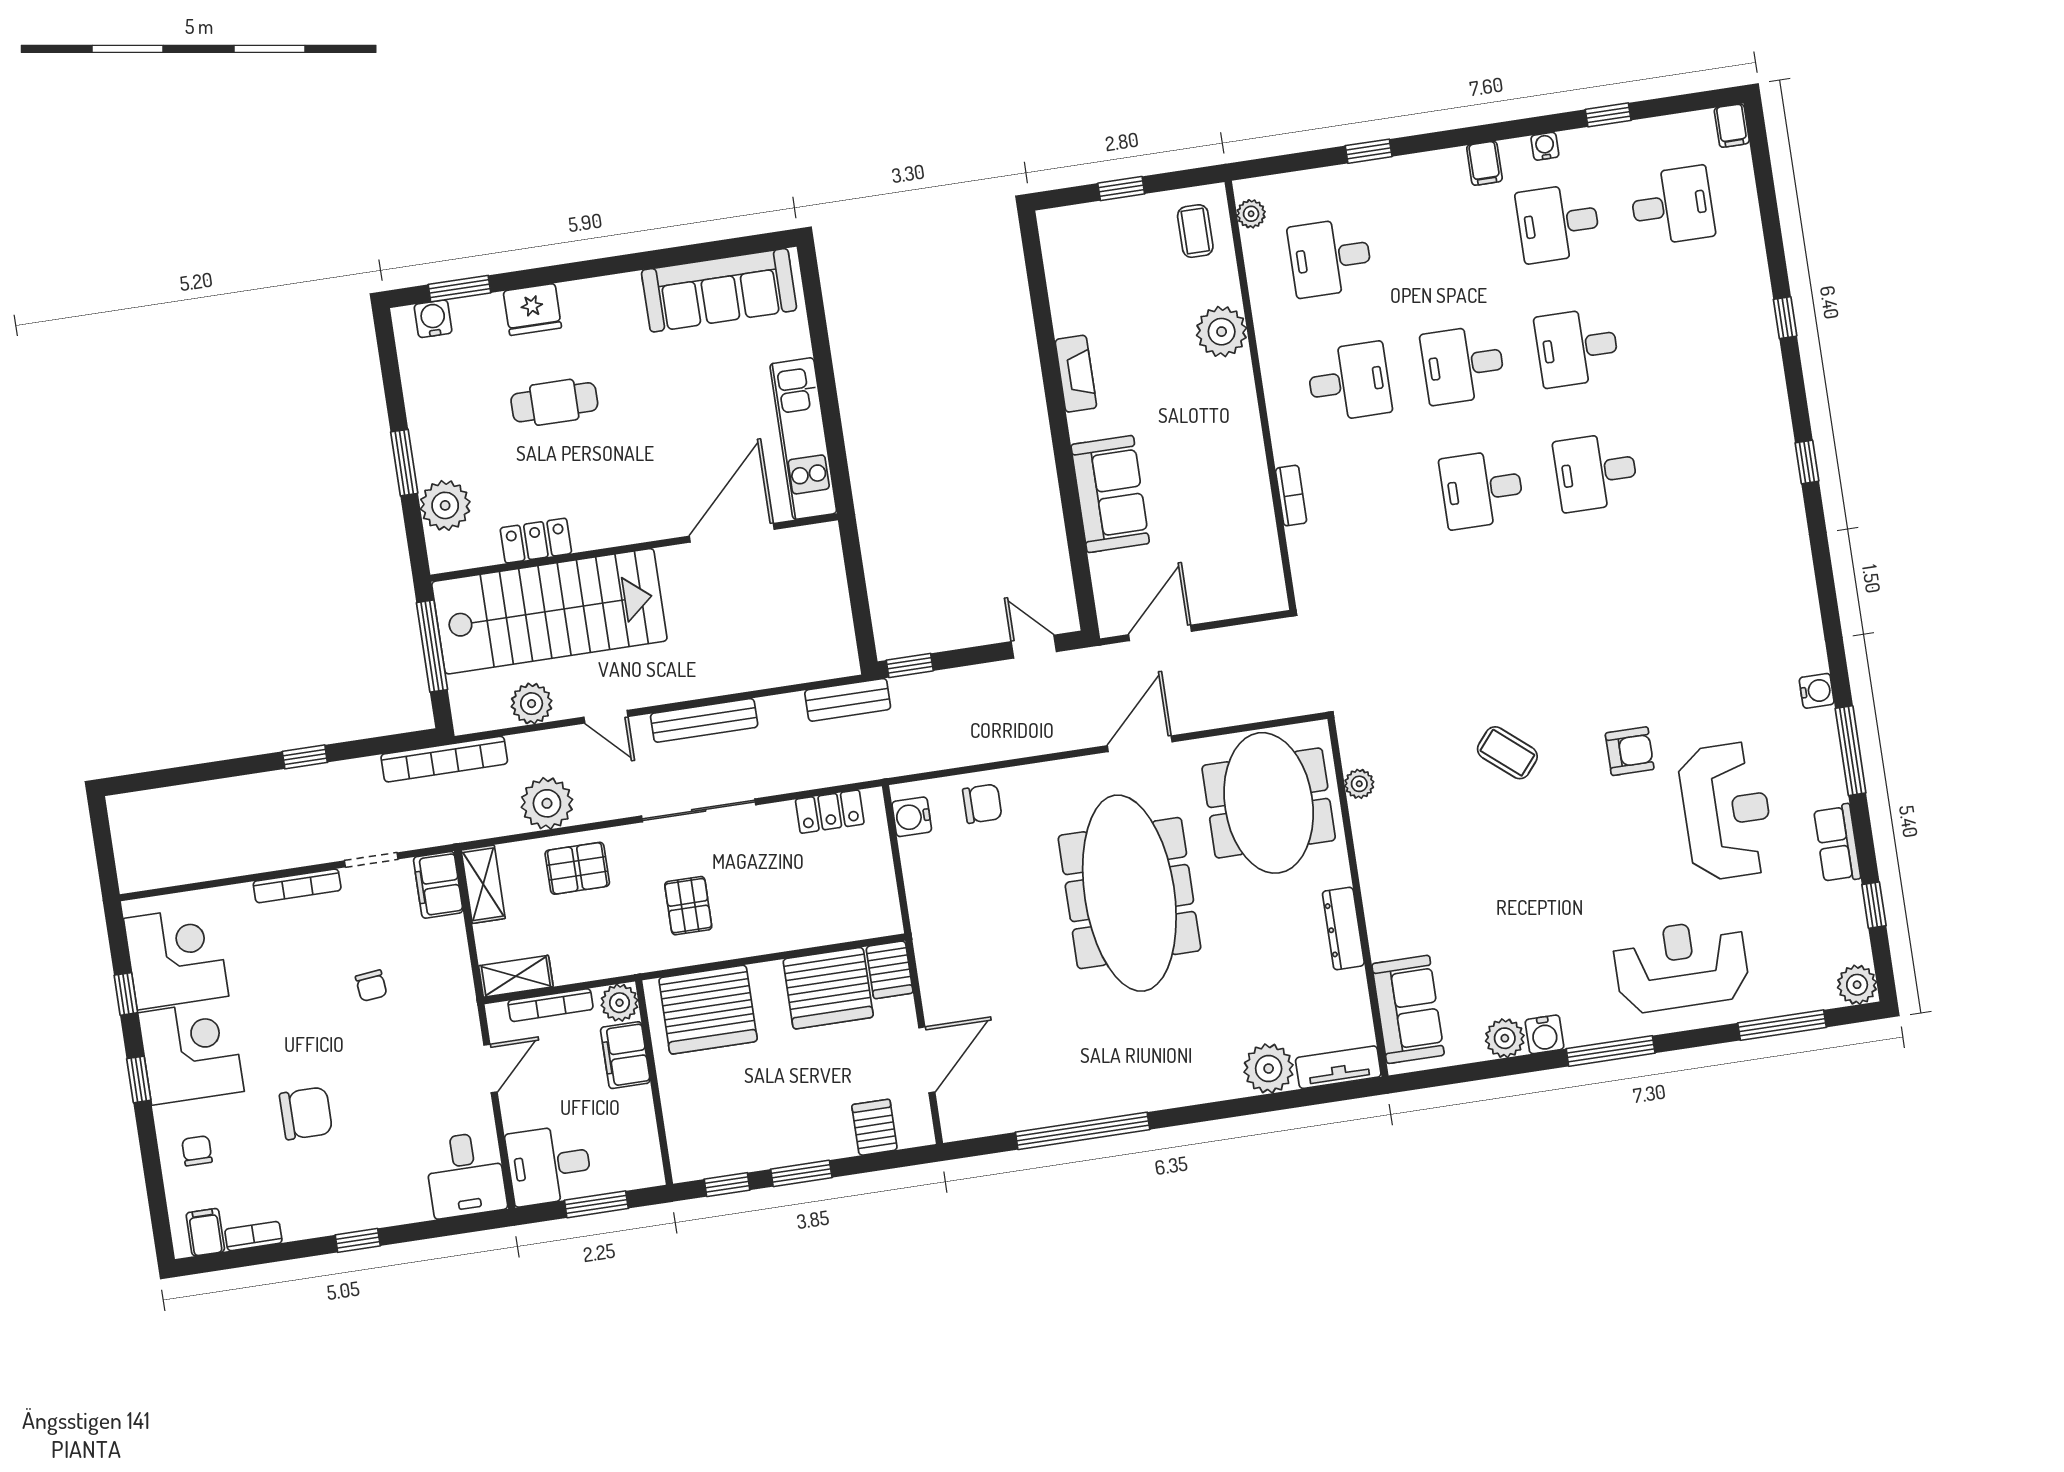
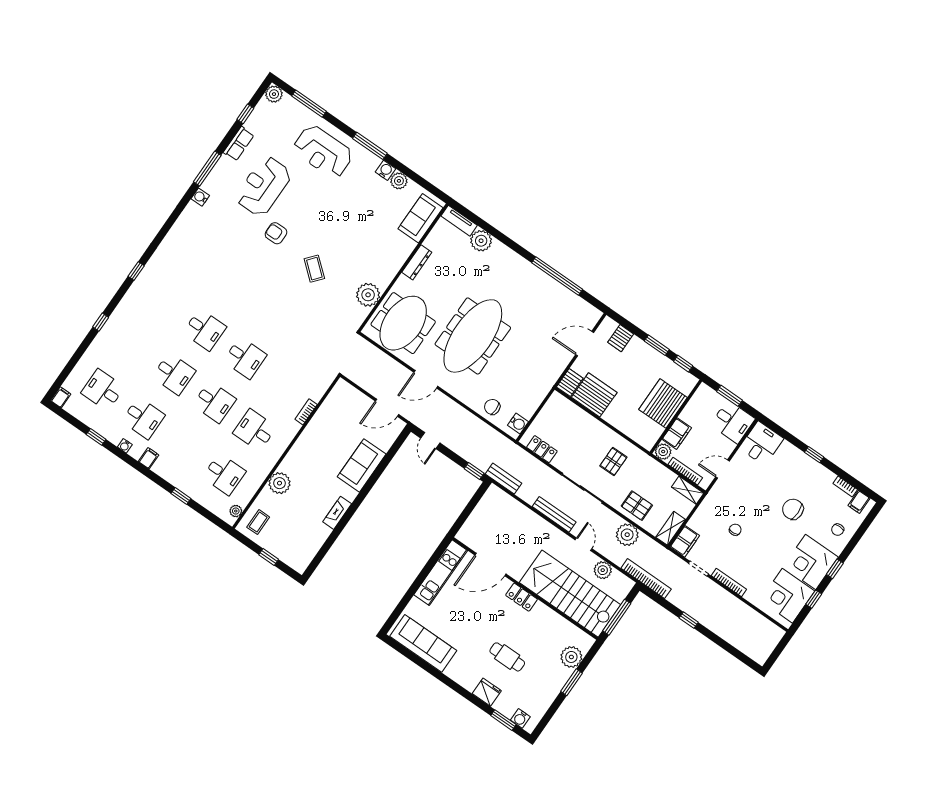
locker: (536, 541) -> (522, 597), moved
plant: (1359, 784) -> (368, 295), width x1.88, depth x1.88
server rack: (708, 1010) -> (663, 403), moved, turned -90

